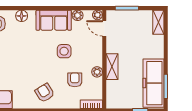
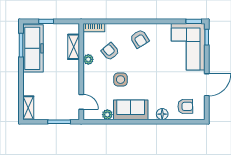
plant: (97, 15) -> (88, 115), removed
shelving: (112, 67) -> (74, 47), moved
armchair: (75, 80) -> (110, 52), turned 140

